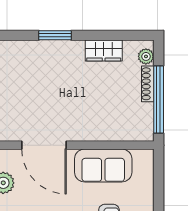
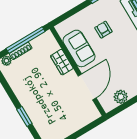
wardrobe: (104, 51) -> (62, 62), moved, turned 180

